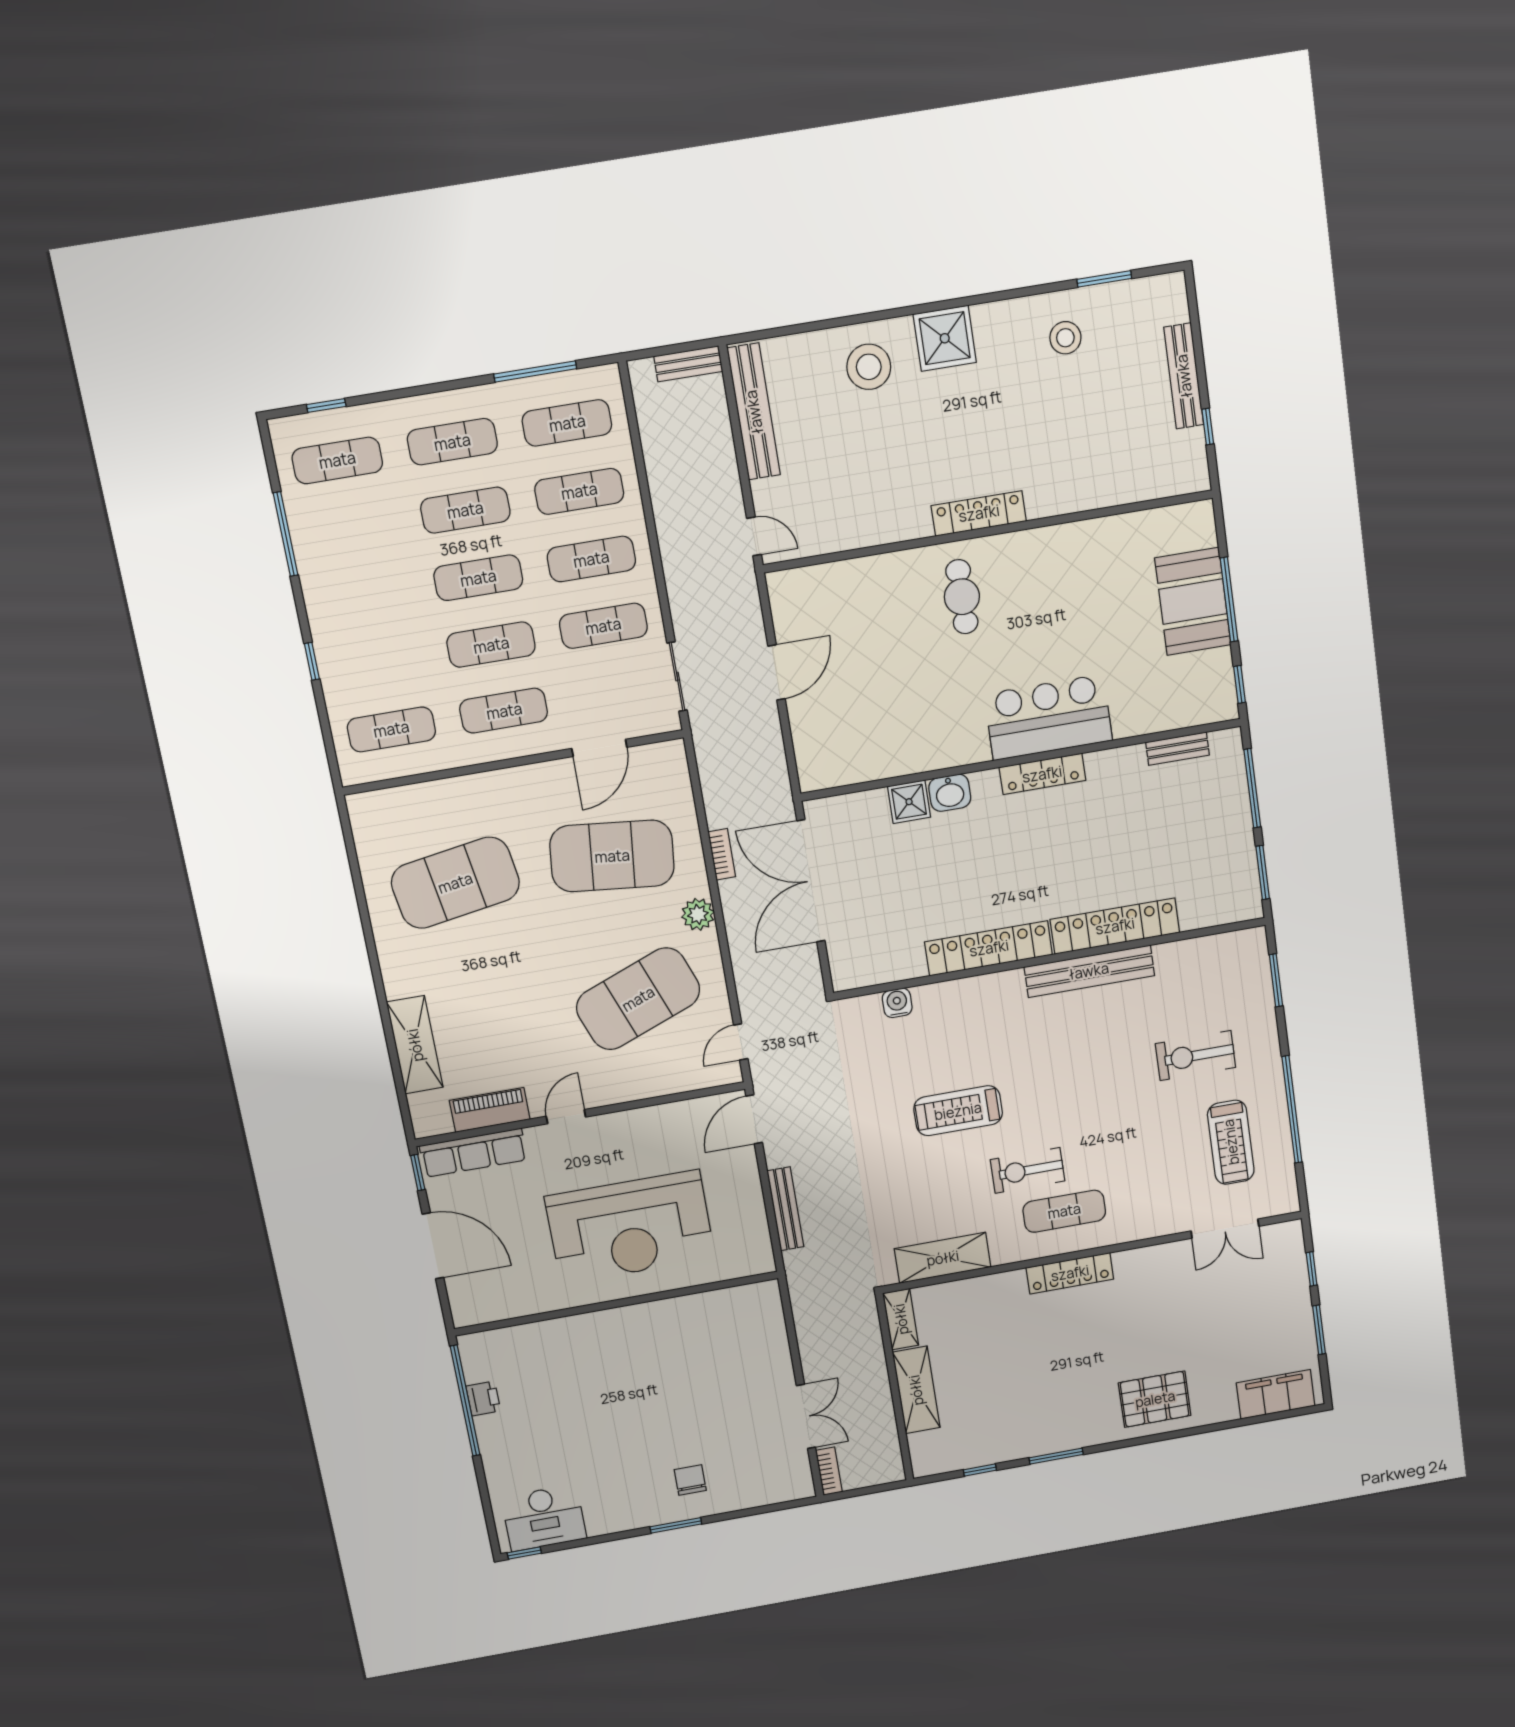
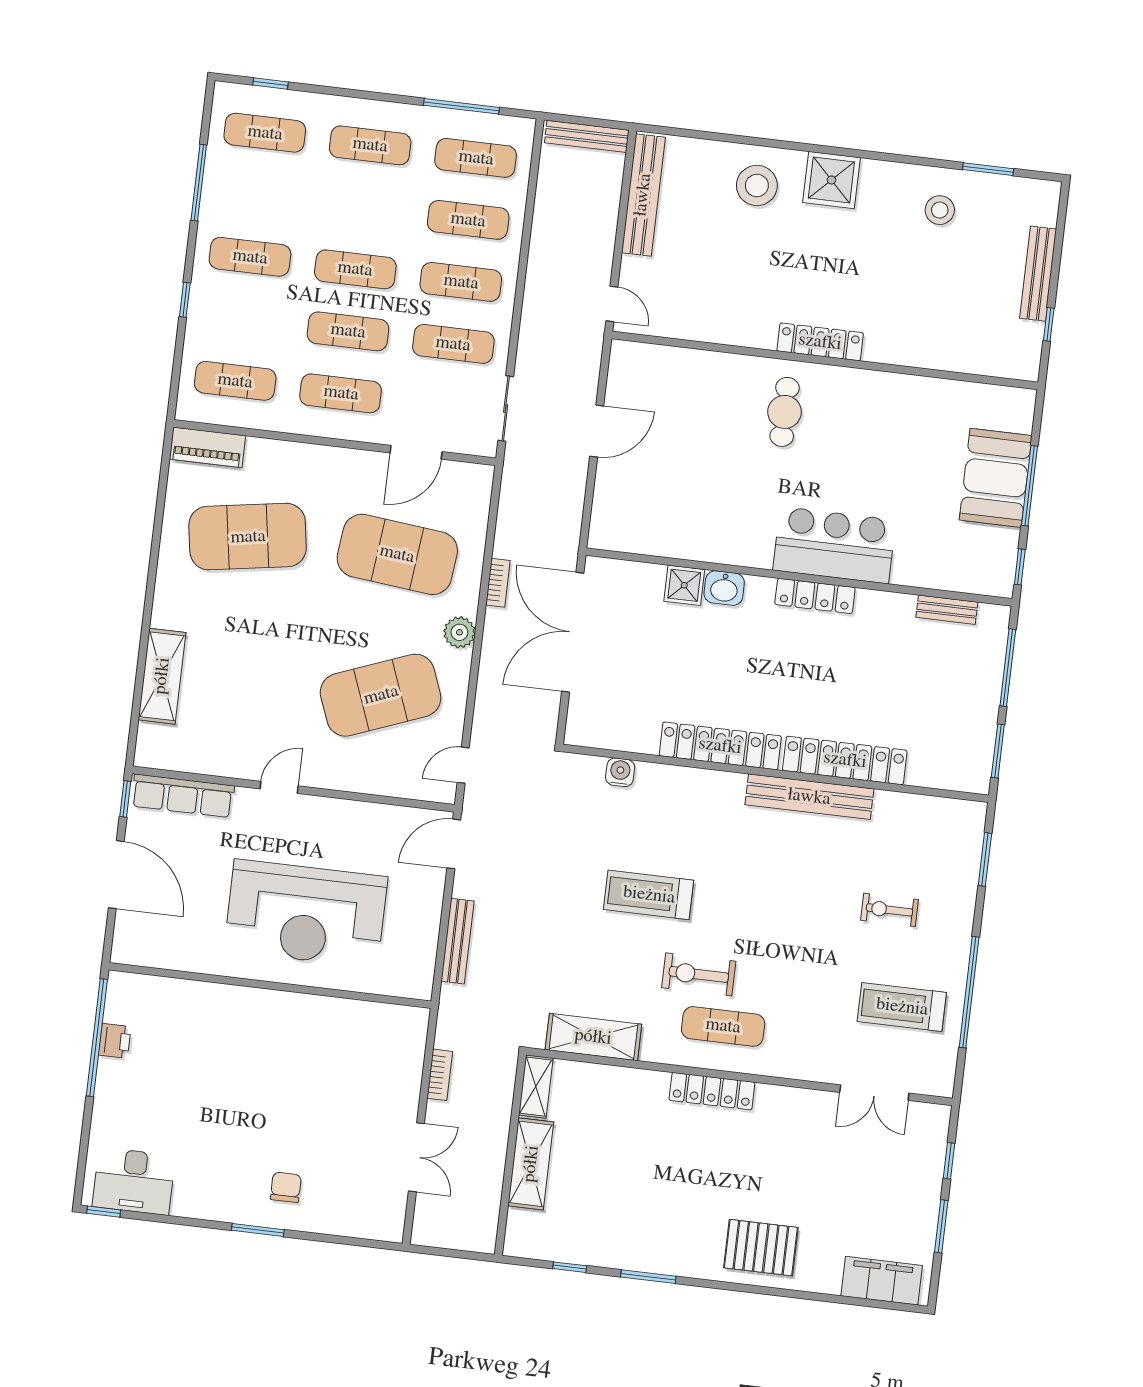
bench: (688, 364) -> (587, 136), width x1.36
exercise mat: (465, 510) -> (250, 257), moved
exercise bike: (1196, 1056) -> (889, 910), width x0.73, depth x0.72
piano: (490, 1110) -> (207, 447), moved, turned 180
treadmill: (1231, 1142) -> (902, 1007), turned 90
bookcase: (829, 1471) -> (440, 1075), moved

